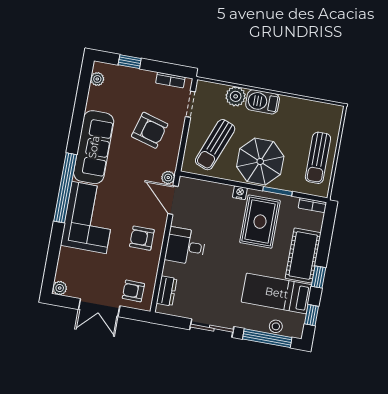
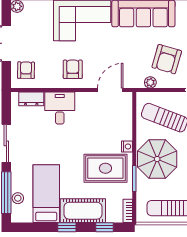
plant: (168, 178) -> (150, 82), moved
desk: (185, 246) -> (60, 108), moved
window: (312, 315) -> (105, 227), moved

